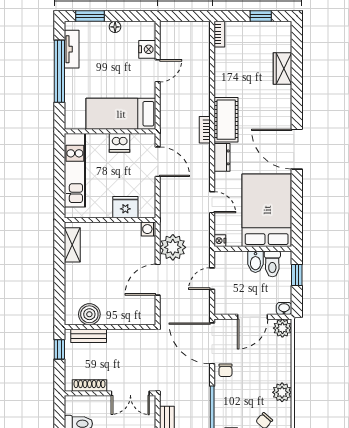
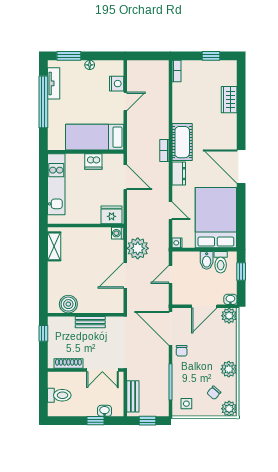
fridge: (125, 207) -> (112, 215), moved
bench: (89, 336) -> (90, 322), moved

